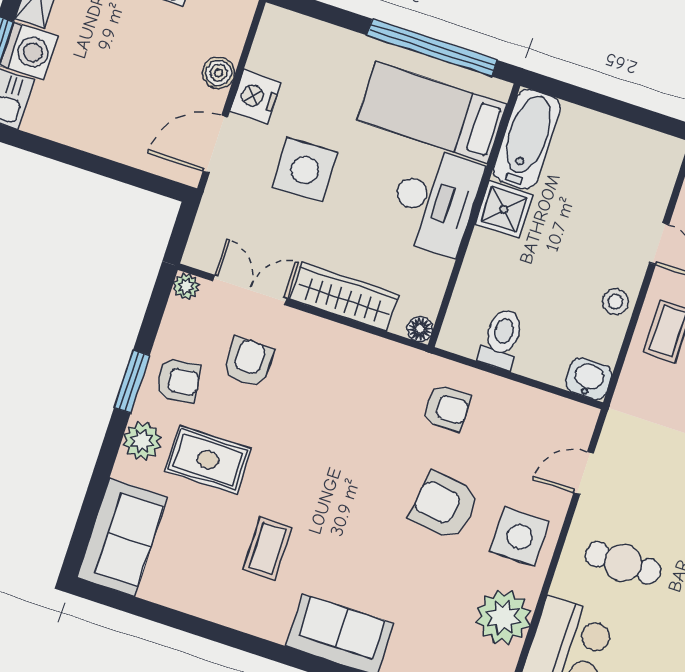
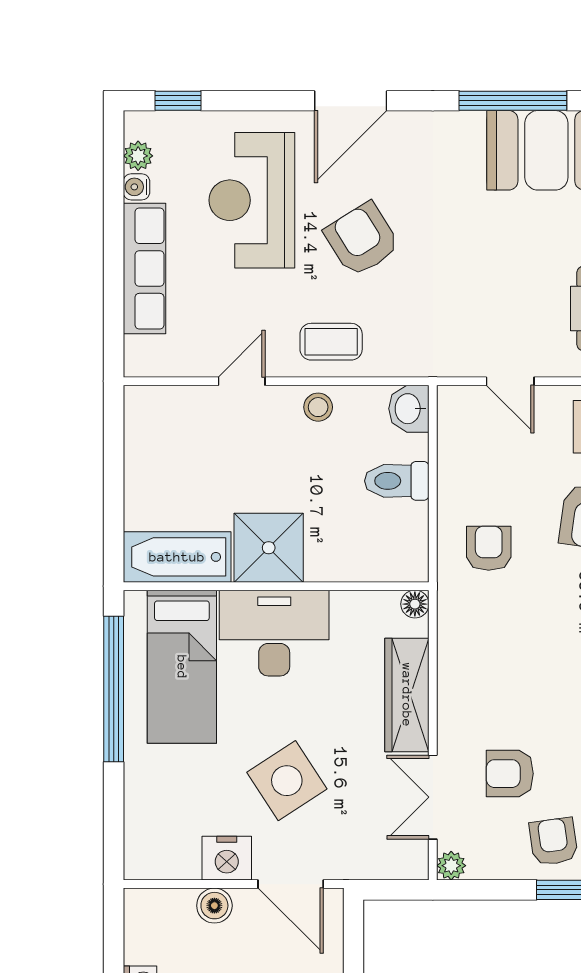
side table: (305, 170) -> (287, 781), turned -31
shower: (504, 209) -> (269, 548), width x1.36, depth x1.36
toilet: (502, 339) -> (397, 481), moved

